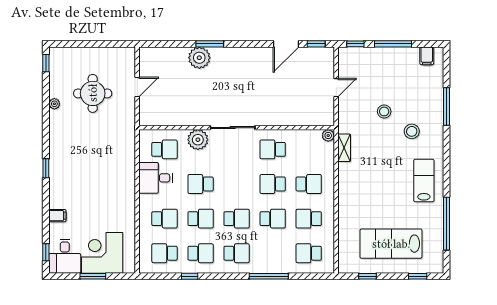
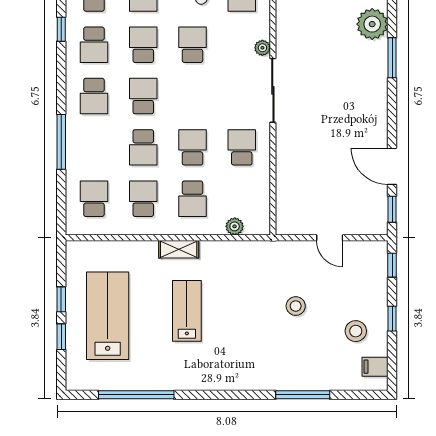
window: (393, 44) -> (392, 319), width x0.46
plant: (199, 58) -> (372, 24), moved
stool: (412, 131) -> (356, 331), moved
plant: (328, 136) -> (235, 226), moved
plant: (198, 140) -> (262, 48), width x0.53, depth x0.53
shelving: (344, 148) -> (179, 249), moved
lab bench: (424, 181) -> (187, 311), moved, turned -90
school desk: (201, 219) -> (143, 45), turned 180
school desk: (237, 219) -> (143, 96), turned 180
window: (368, 276) -> (61, 299), moved
window: (418, 276) -> (61, 337), moved

